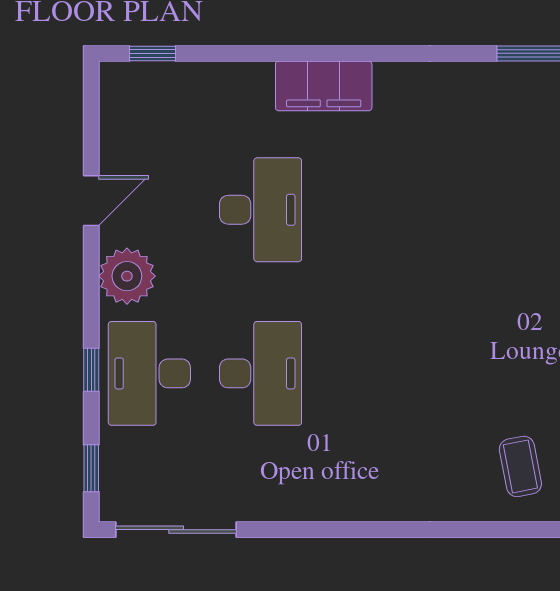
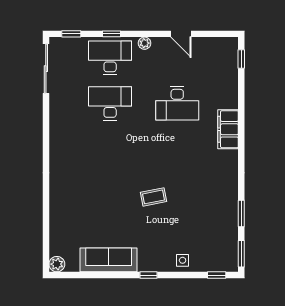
plant: (127, 276) -> (145, 43), width x0.53, depth x0.53
desk: (260, 373) -> (110, 103), turned 180
coffee table: (520, 466) -> (153, 197), moved

